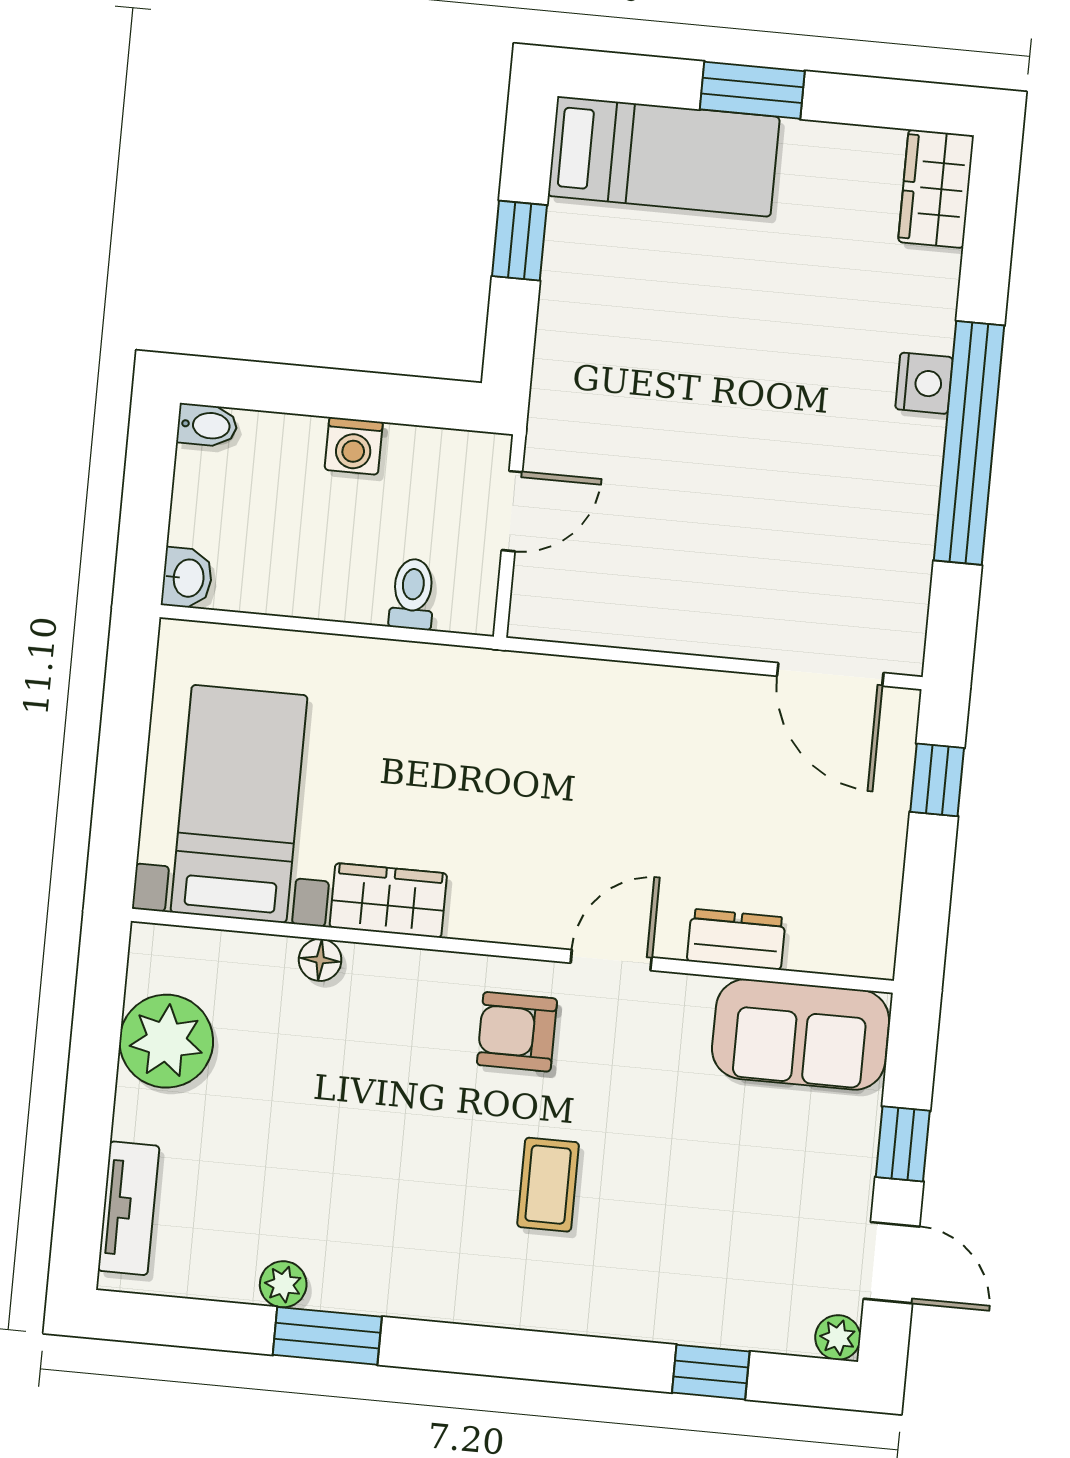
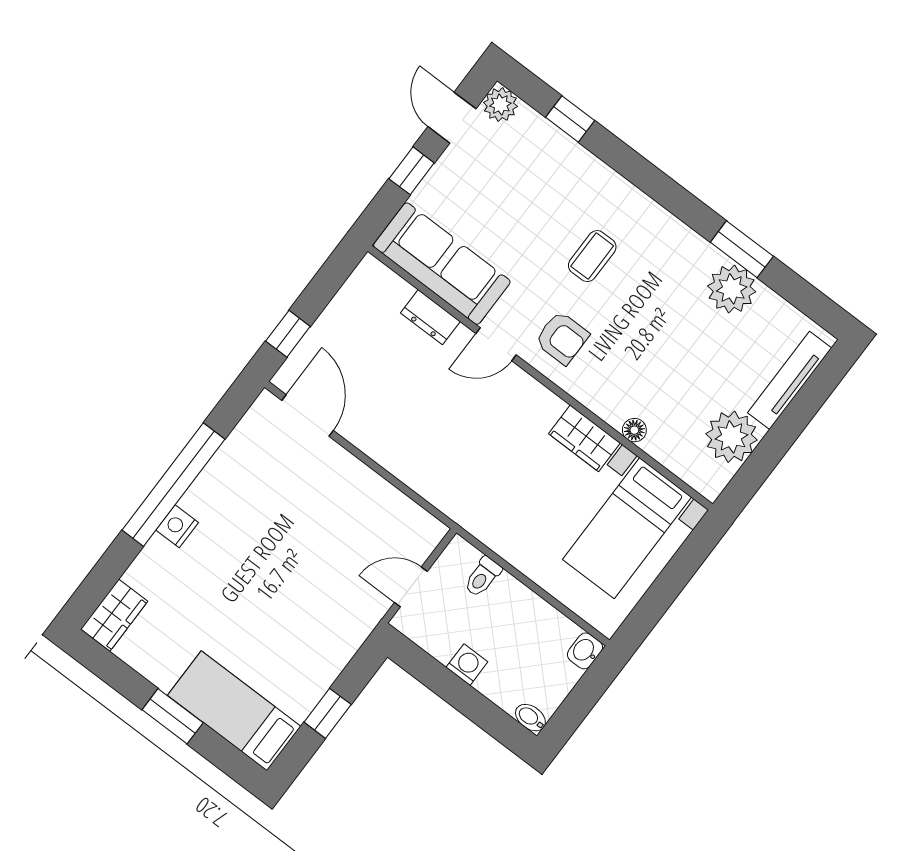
sofa: (801, 1034) -> (442, 264), width x1.36
tv unit: (129, 1208) -> (790, 380), width x1.41
plant: (283, 1284) -> (732, 289), width x1.87, depth x1.87
plant: (838, 1337) -> (500, 105), width x1.38, depth x1.38

